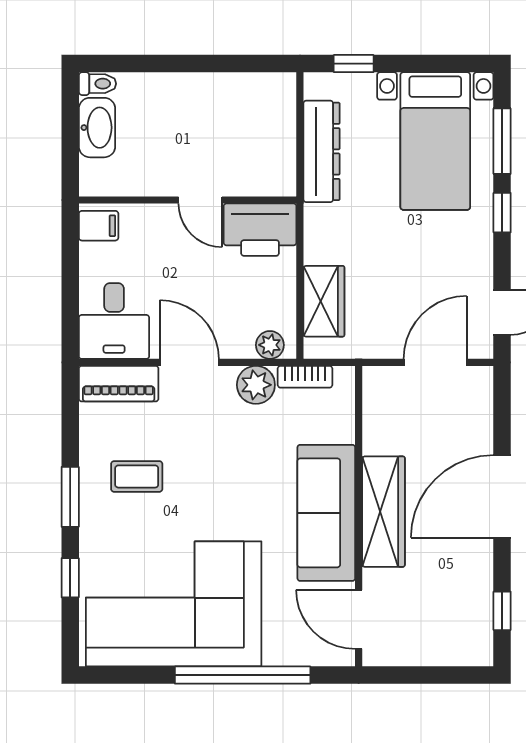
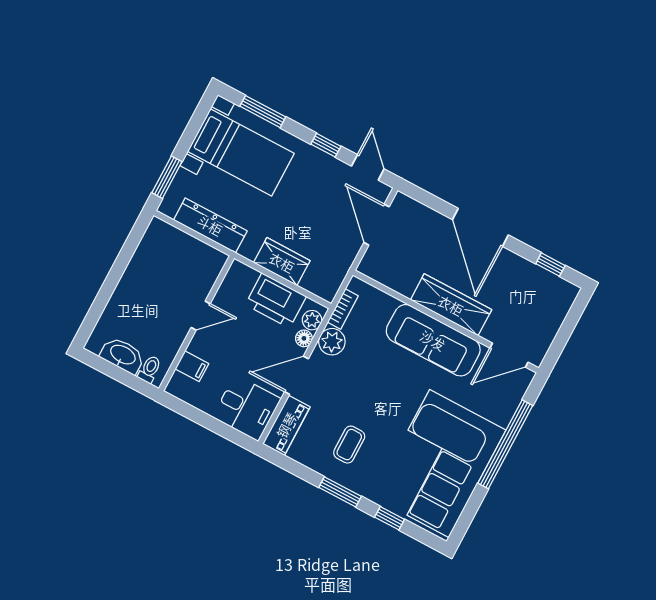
window: (354, 64) -> (167, 177), width x1.50
toilet: (97, 84) -> (150, 369), moved
window: (502, 213) -> (326, 145), moved
filing cabinet: (99, 226) -> (192, 366), moved, turned 90
printer: (260, 230) -> (276, 301), moved, turned 90
wardrobe: (324, 301) -> (282, 262), moved
floor lamp: (241, 347) -> (304, 338), added

